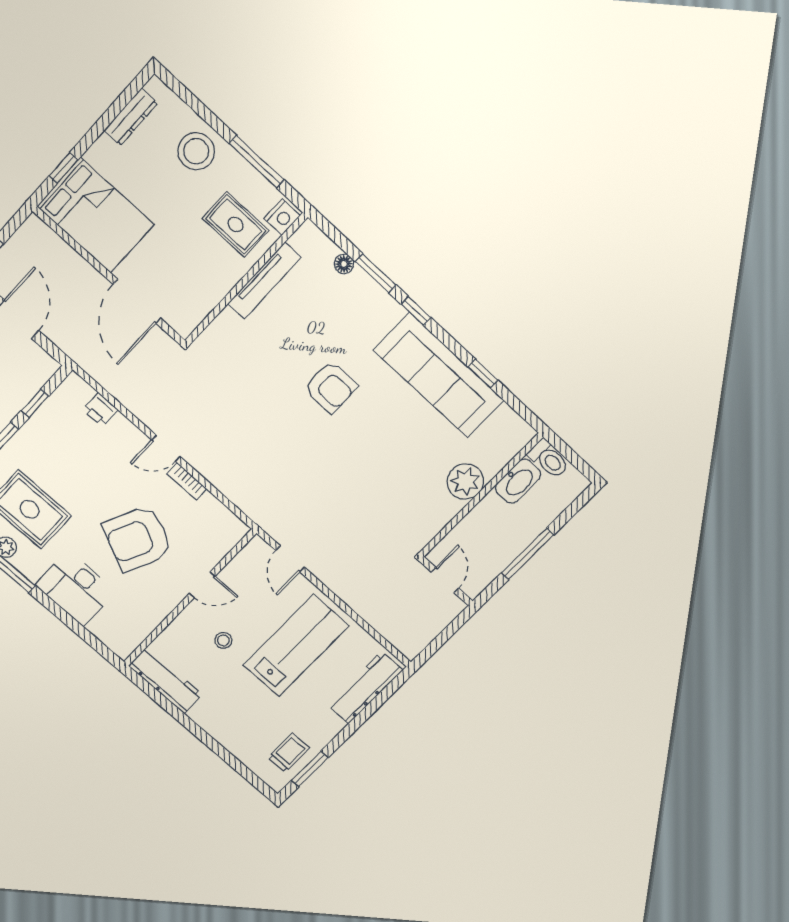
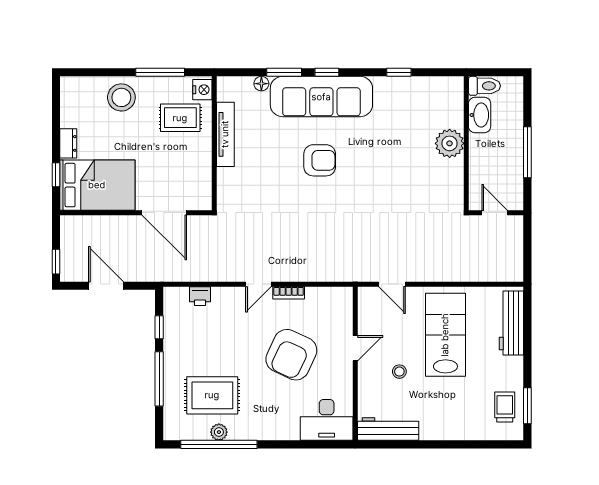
dresser: (131, 117) -> (68, 143), moved, width x0.70
sofa: (439, 375) -> (321, 97), moved
desk: (76, 588) -> (327, 420), moved

